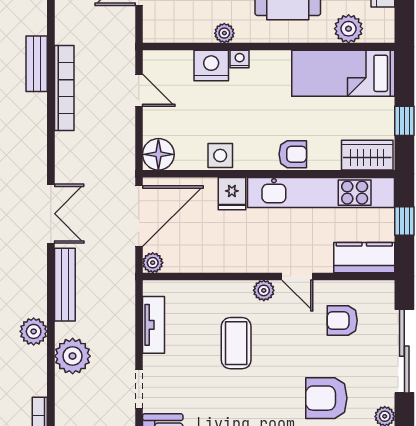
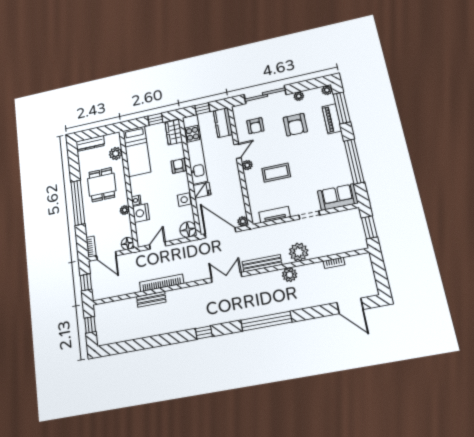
floor lamp: (155, 31) -> (127, 243), added

